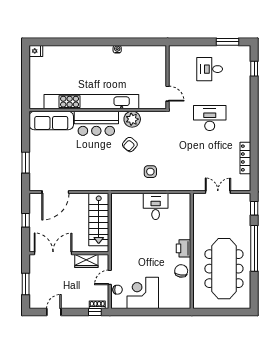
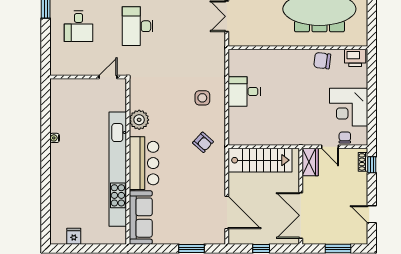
fridge: (36, 51) -> (74, 236), moved
armchair: (130, 145) -> (203, 142), moved
printer: (183, 248) -> (355, 58), moved
wardrobe: (86, 261) -> (310, 162), moved

